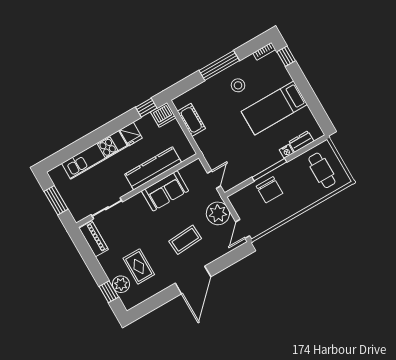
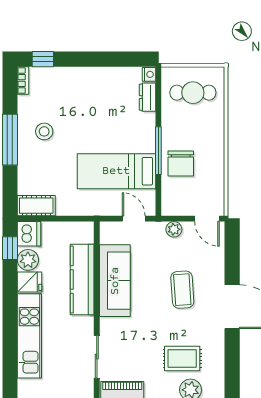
bed: (274, 108) -> (116, 171), moved, turned 90
cot: (191, 120) -> (36, 206), moved
plant: (145, 124) -> (28, 260), added
nightstand: (286, 151) -> (149, 74), moved
chair: (269, 190) -> (181, 164), turned 90
sofa: (165, 191) -> (115, 281), width x1.36
plant: (218, 213) -> (174, 229), width x0.53, depth x0.53

